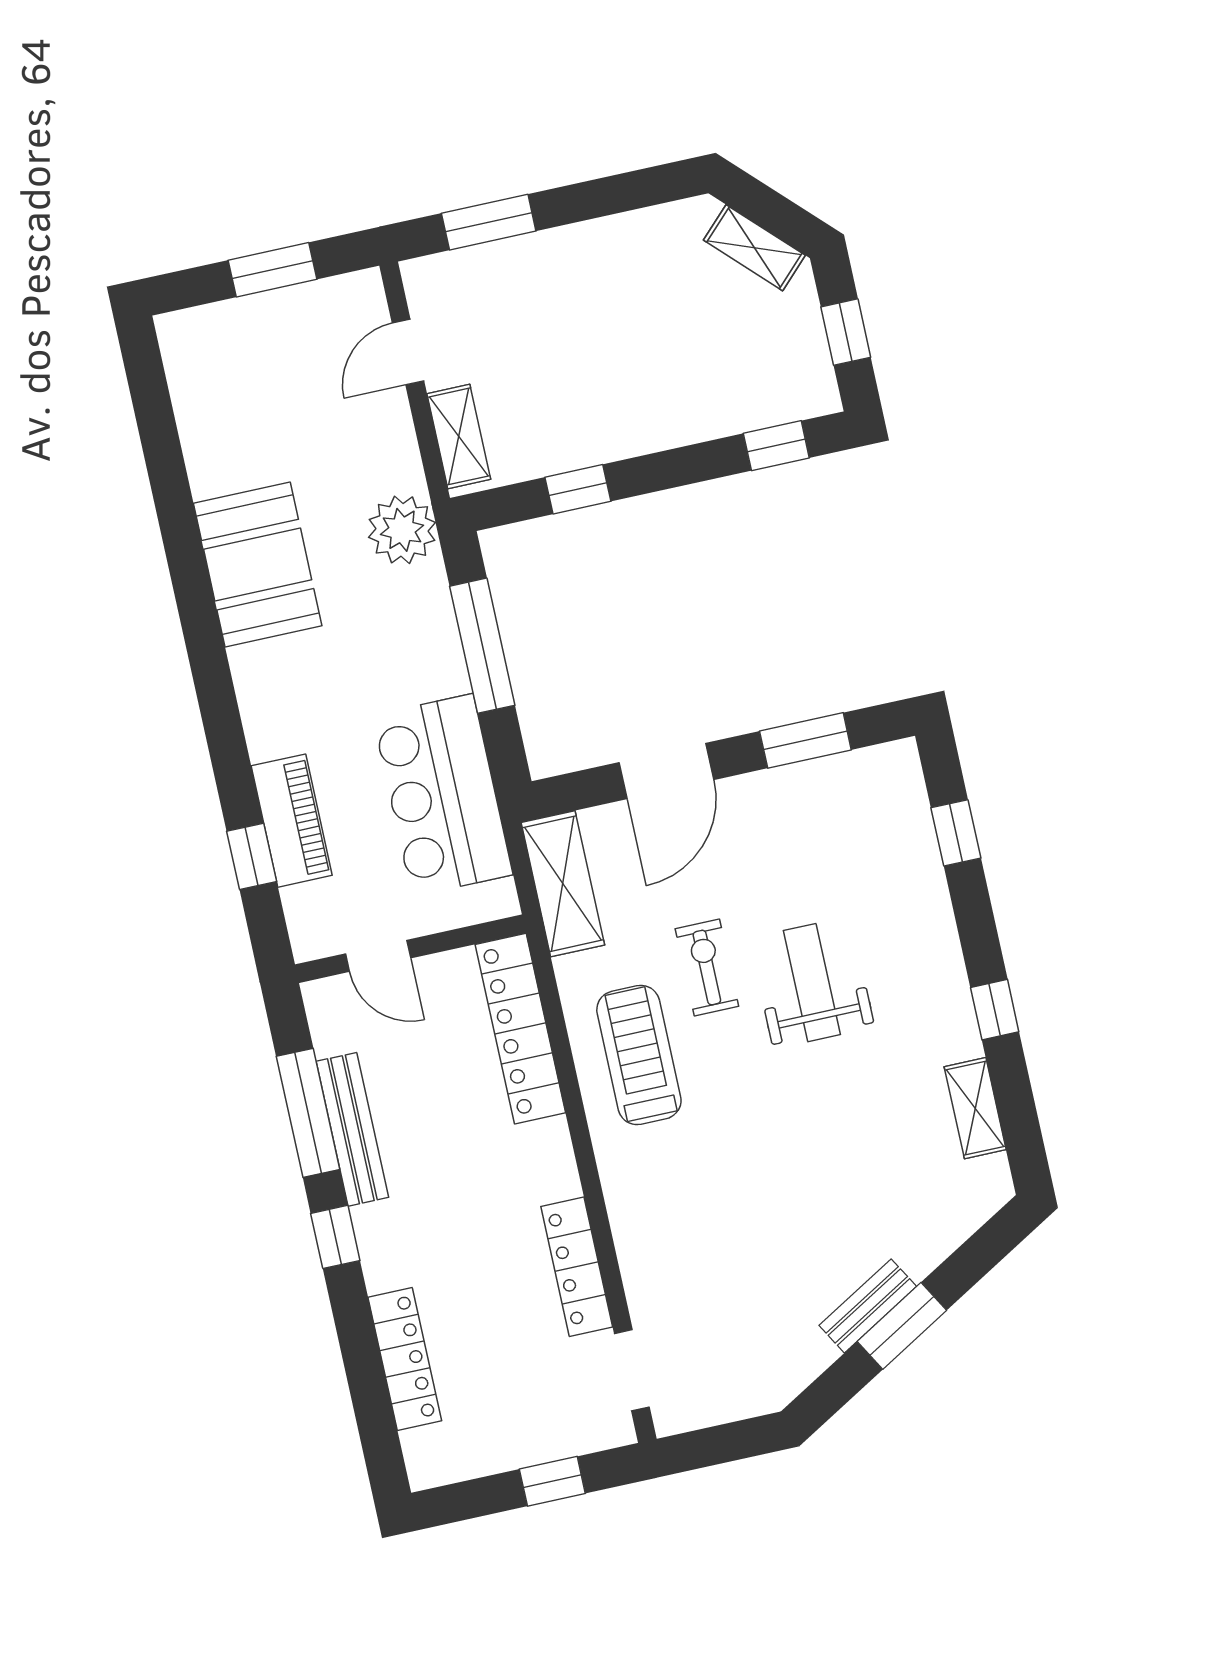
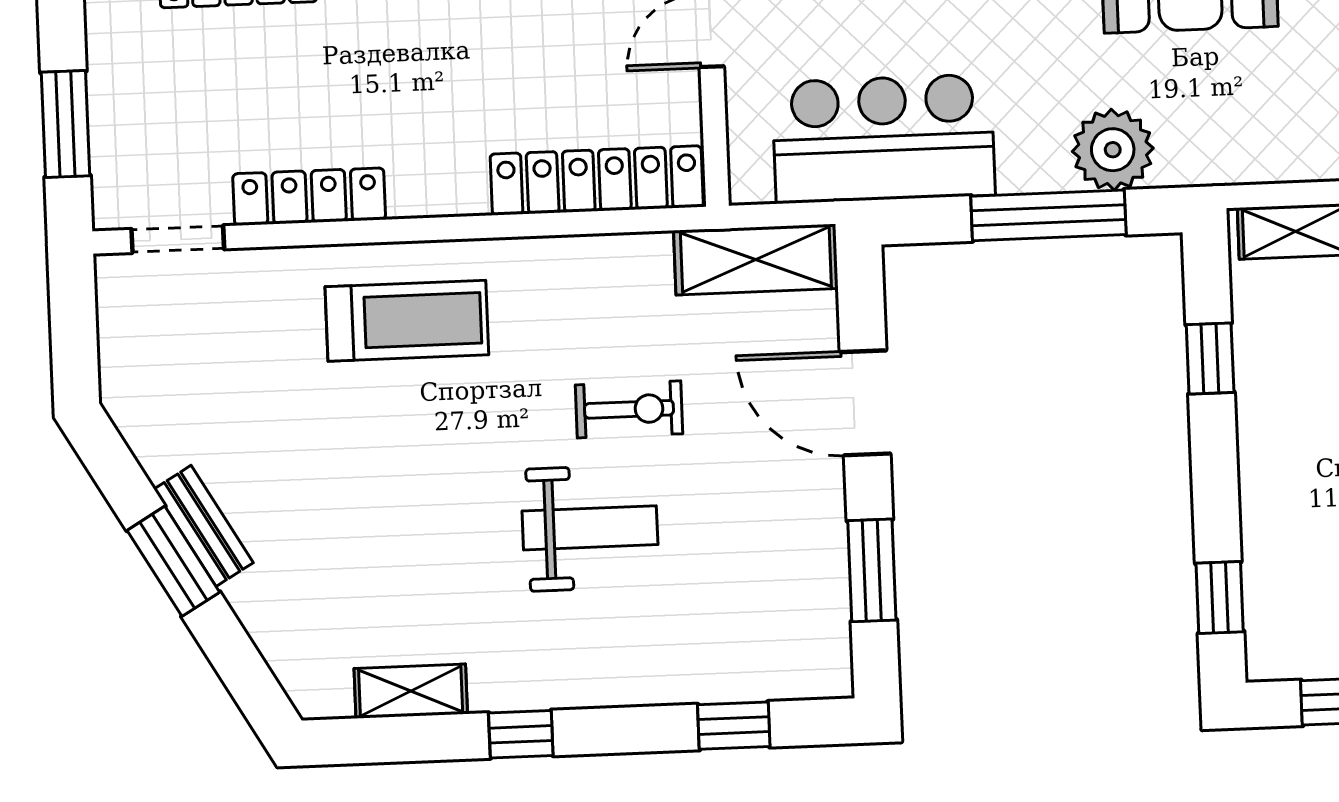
plant: (402, 530) -> (1113, 150), moved
treadmill: (639, 1055) -> (407, 321), moved
window: (552, 1481) -> (66, 124), width x1.50

